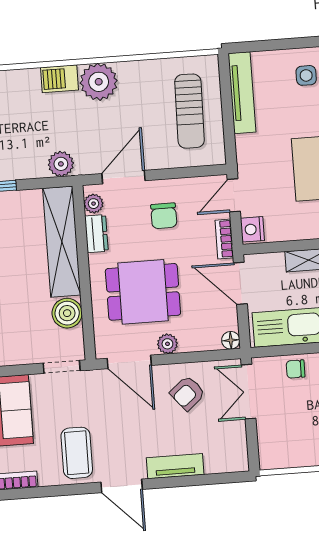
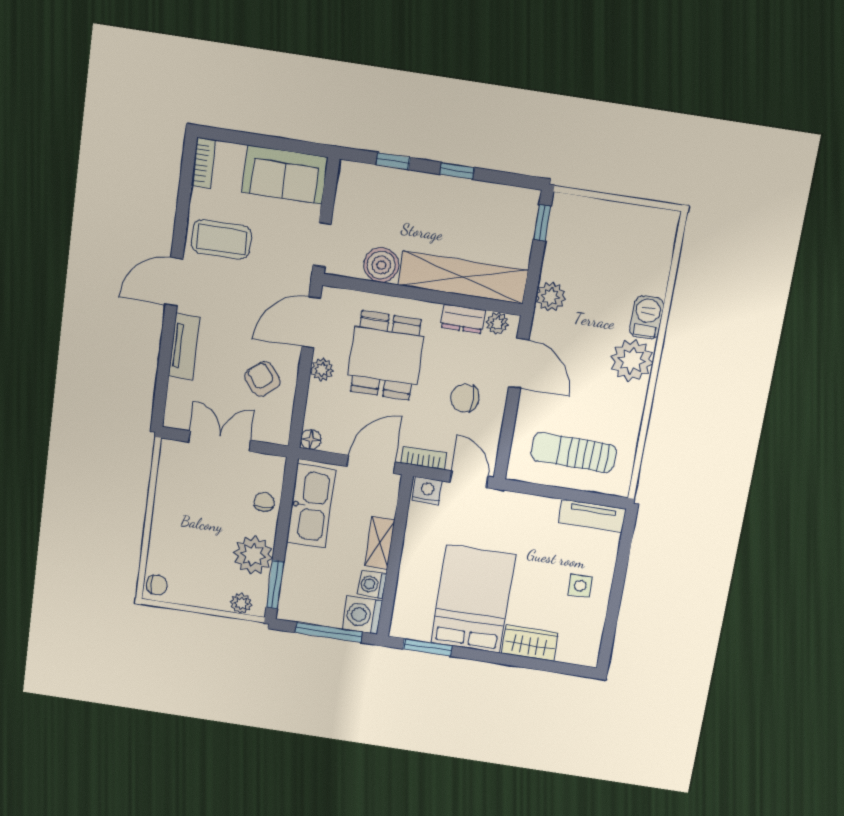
tv unit: (242, 93) -> (592, 516), width x0.71
double door: (249, 392) -> (220, 441), moved

